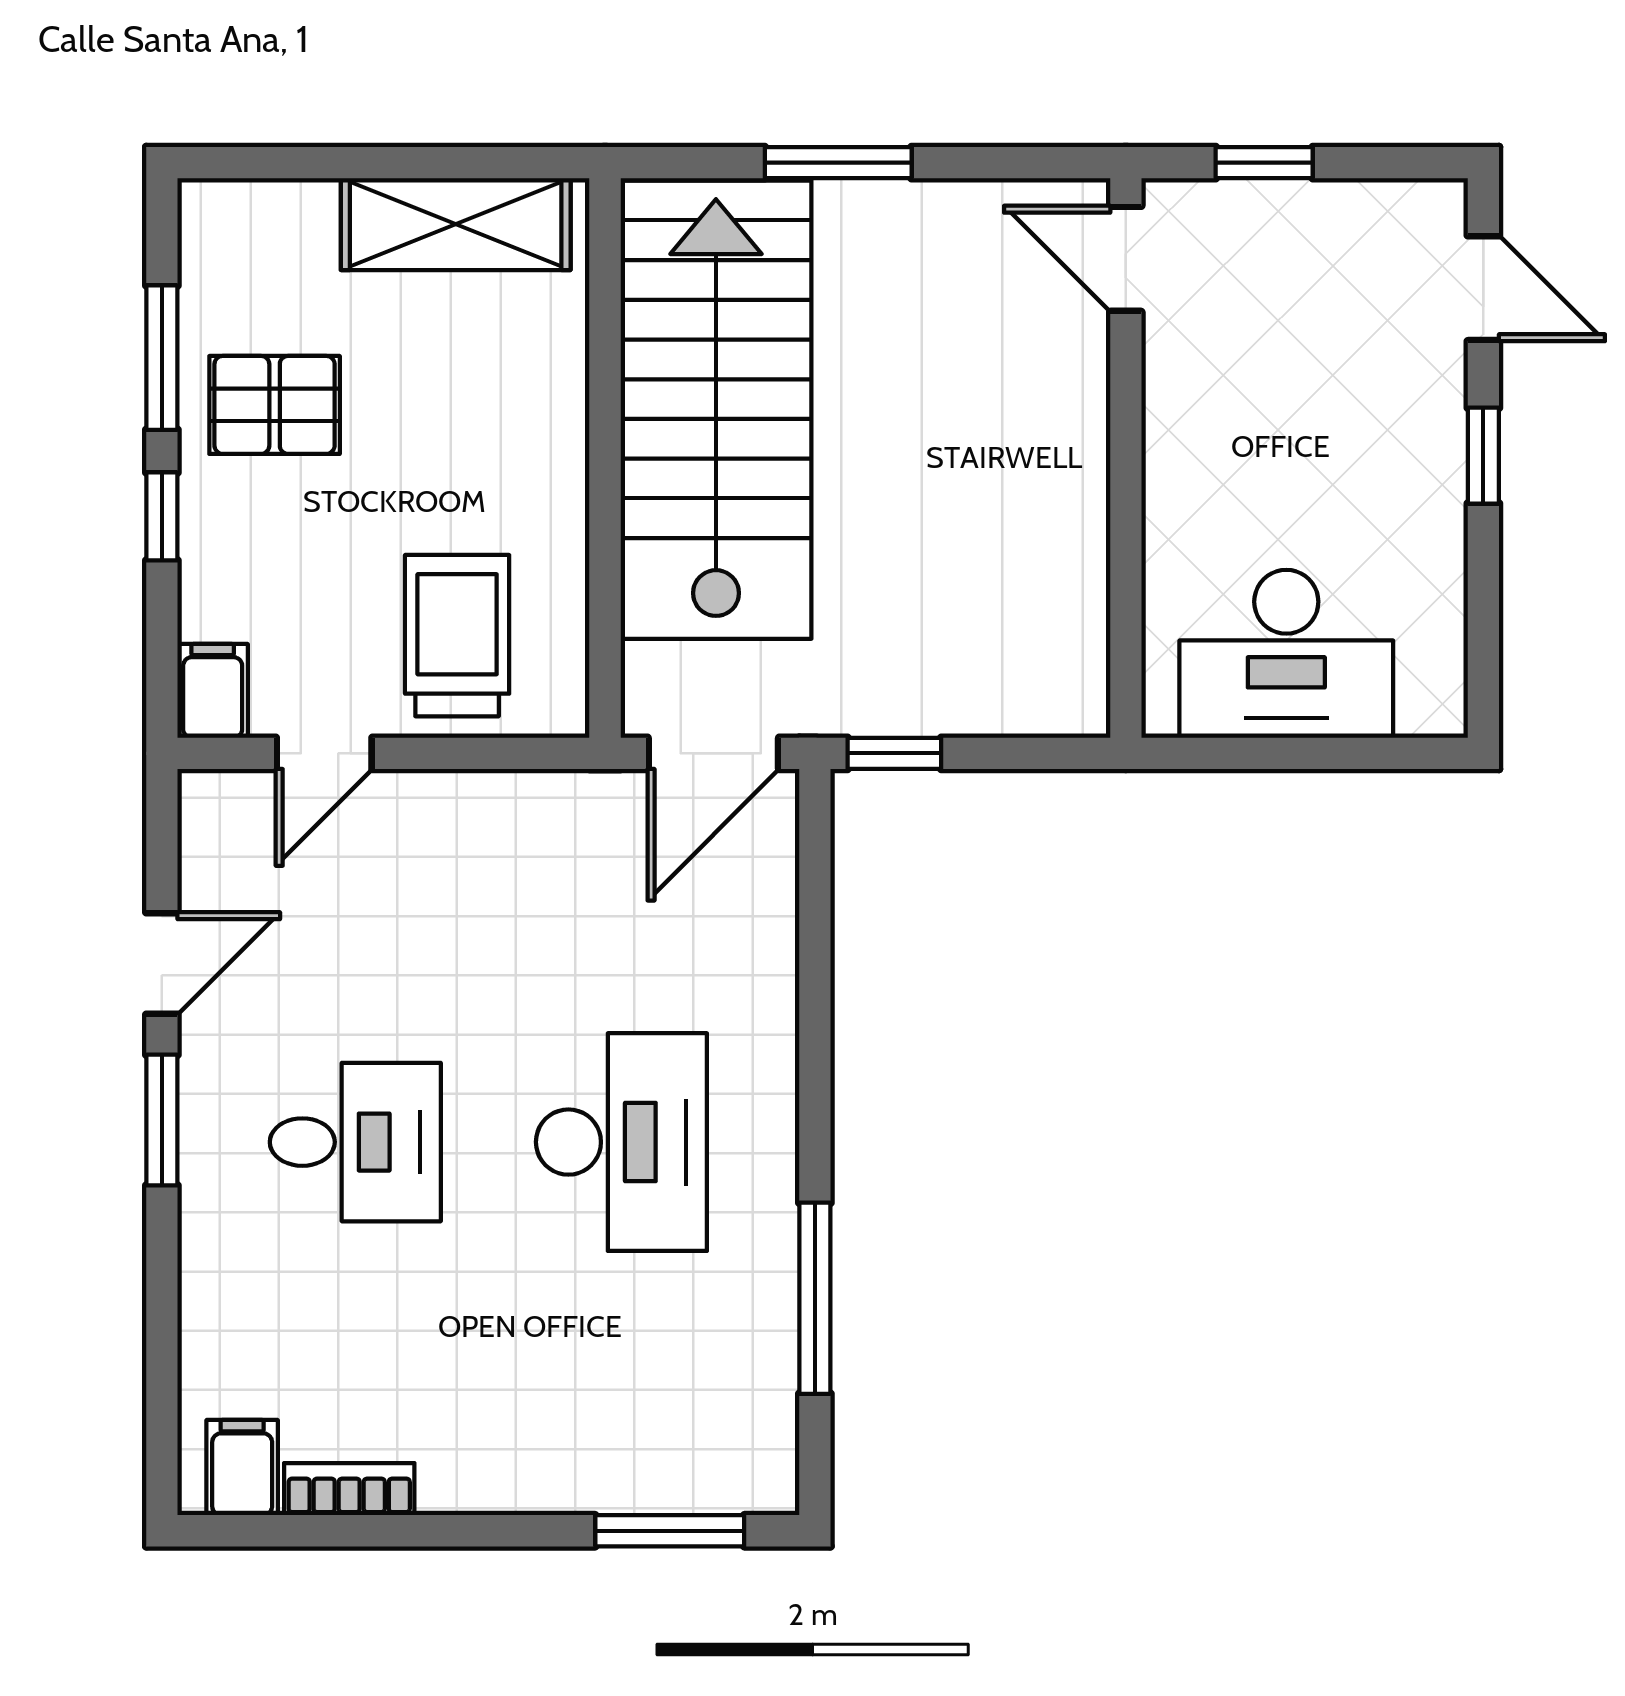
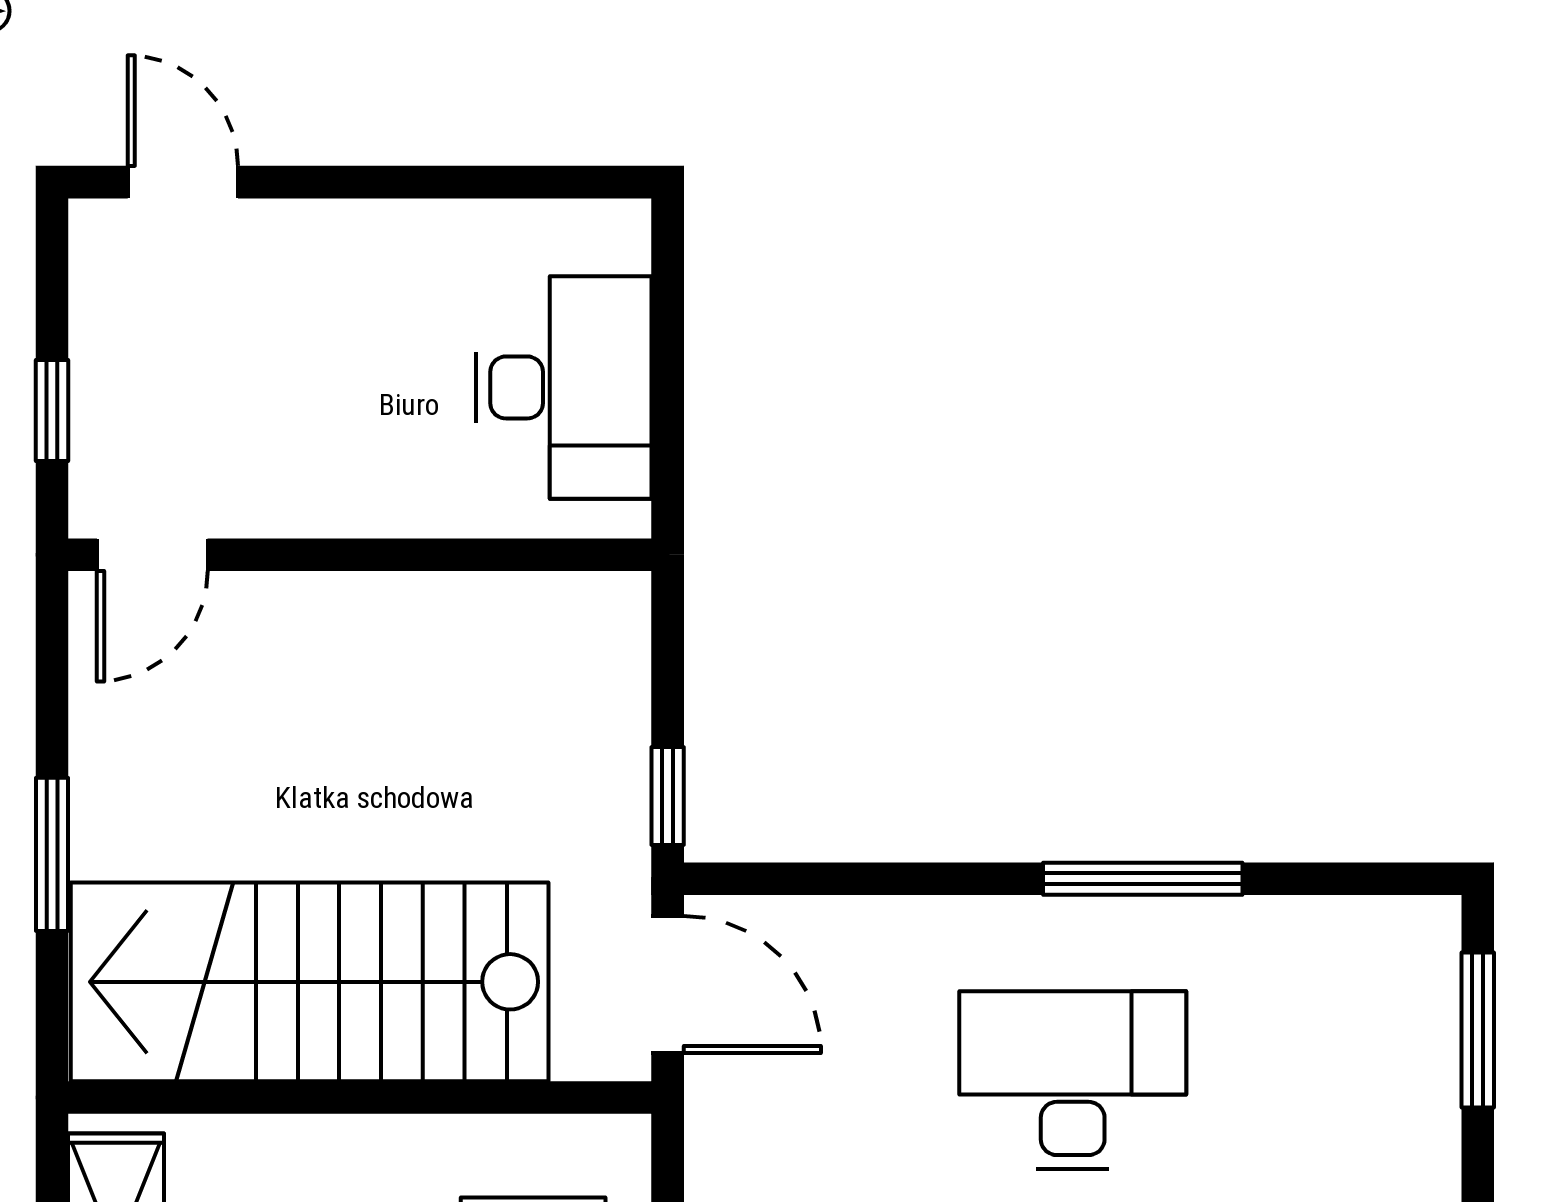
door: (1483, 288) -> (183, 182), hinge flipped
window: (1483, 456) -> (357, 182), removed
window: (815, 1298) -> (1143, 879), moved

